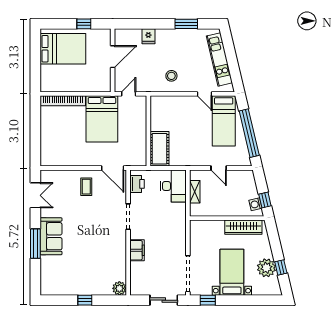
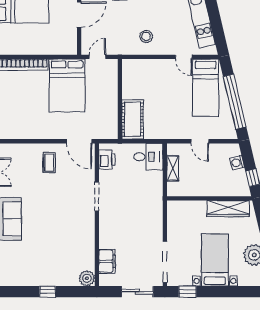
desk: (173, 186) -> (148, 157), width x0.73
washing machine: (255, 204) -> (237, 163), moved
filing cabinet: (137, 250) -> (107, 261), moved

